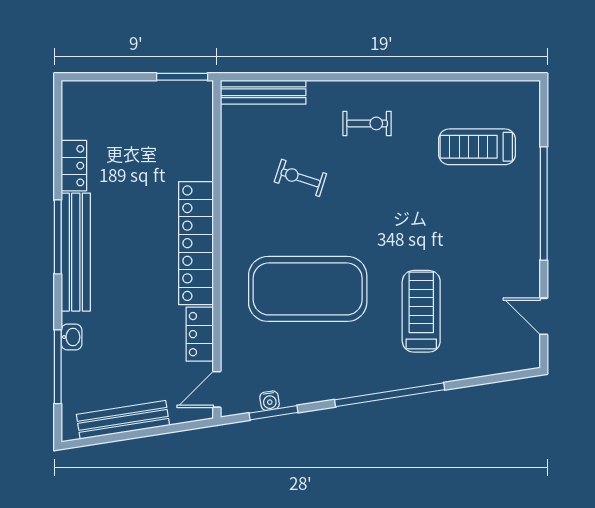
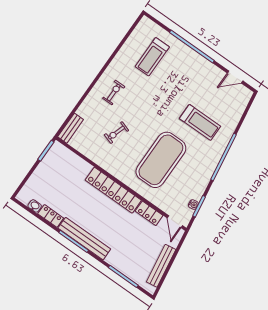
bench: (263, 92) -> (71, 128), width x0.73
treadmill: (421, 311) -> (200, 122), turned 180
washbasin: (72, 337) -> (35, 206), moved

